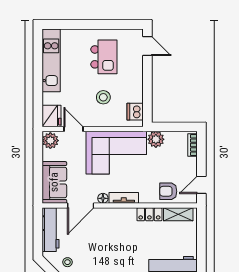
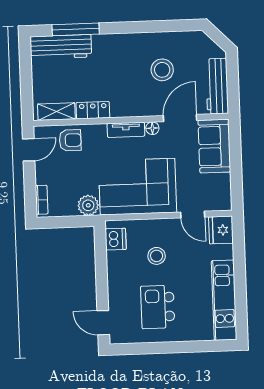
plant: (50, 141) -> (221, 199), removed
stool: (67, 262) -> (162, 70), moved, width x1.89, depth x1.89

